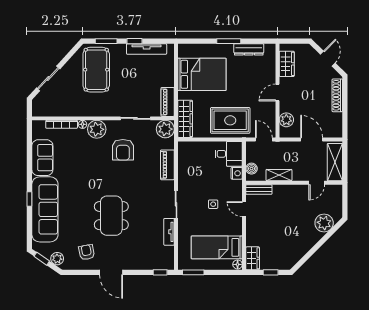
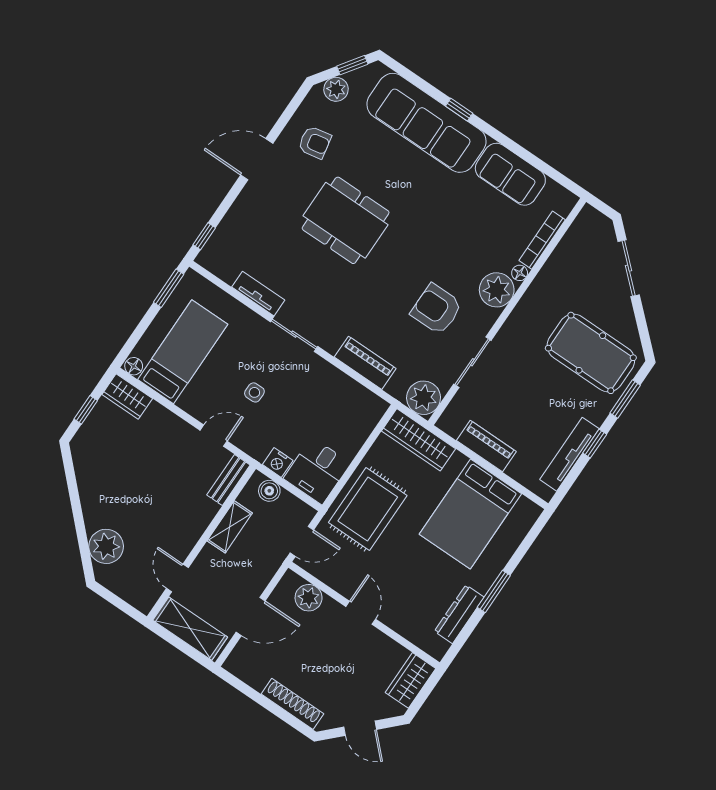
wardrobe: (287, 64) -> (410, 680), moved, turned 90
piano: (168, 102) -> (486, 446), moved

